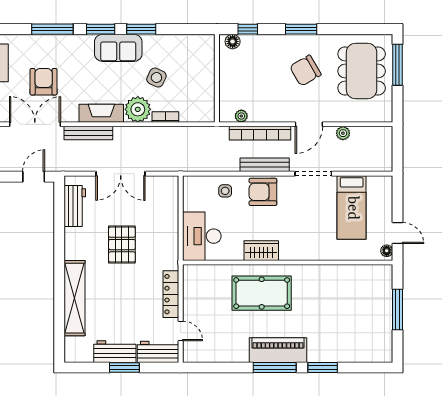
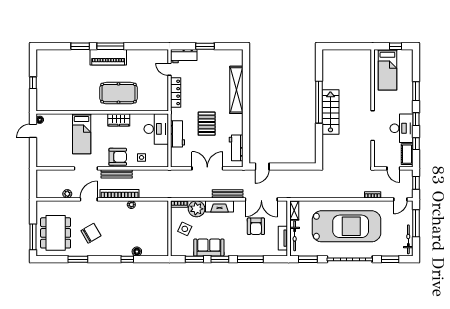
window: (301, 29) -> (78, 259), moved
wall: (217, 78) -> (169, 228), moved
bed: (352, 208) -> (82, 134), moved, turned 180
door: (398, 233) -> (33, 131), hinge flipped
window: (398, 310) -> (33, 83), width x0.46
workbench: (115, 352) -> (178, 134), moved, turned -90

